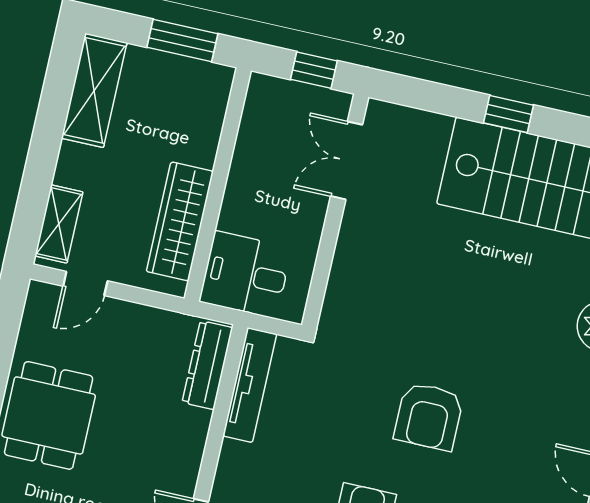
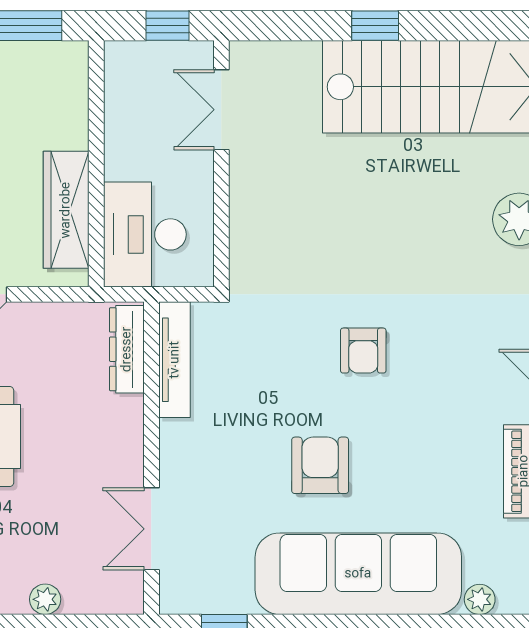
desk: (245, 275) -> (145, 234), width x1.37
armchair: (429, 416) -> (363, 351), width x0.72, depth x0.72

